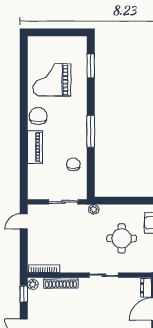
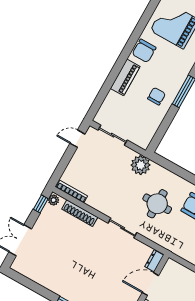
chair: (38, 116) -> (144, 51), turned 180
chair: (73, 164) -> (157, 96), moved
sliding door: (63, 202) -> (113, 135), moved
plant: (94, 209) -> (141, 165), width x1.88, depth x1.88

